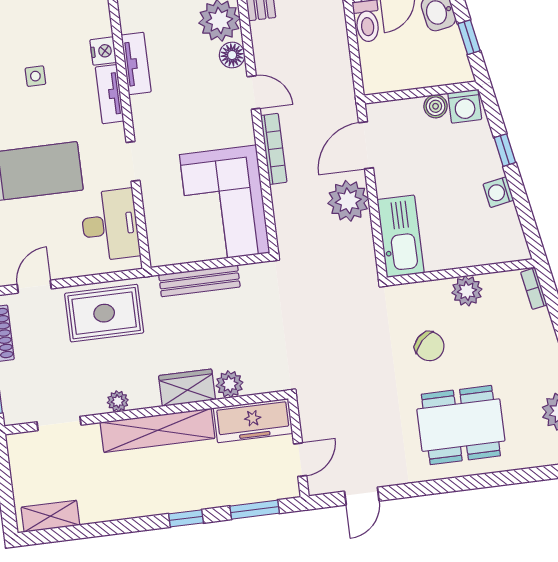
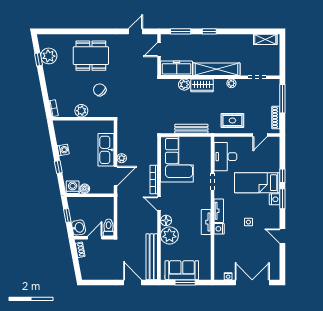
plant: (348, 201) -> (122, 158), width x0.53, depth x0.53
kitchen sink: (401, 236) -> (106, 150), moved
rug: (104, 313) -> (232, 120), width x0.73, depth x0.70

